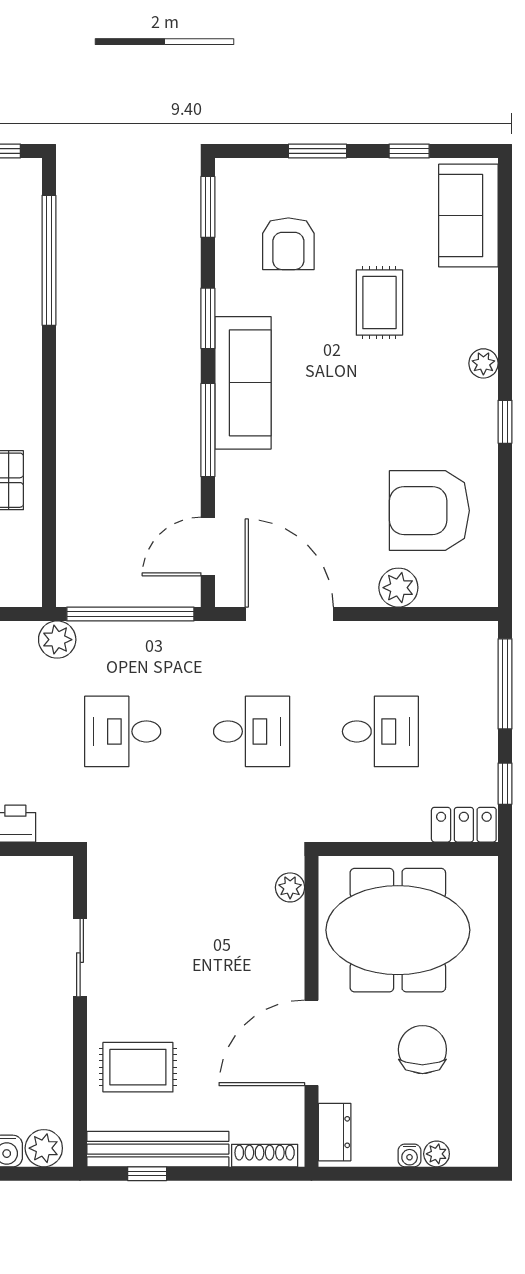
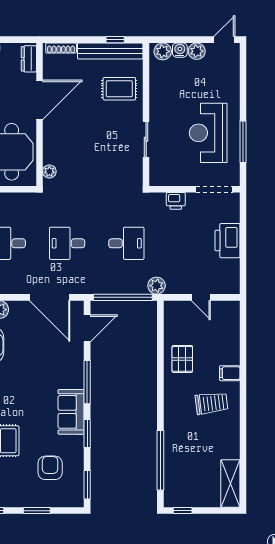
sofa: (243, 383) -> (71, 412), width x0.73

